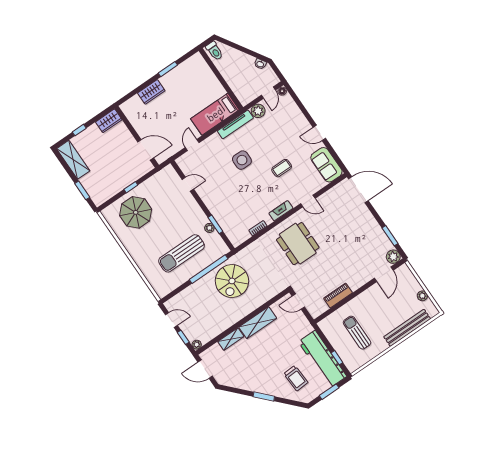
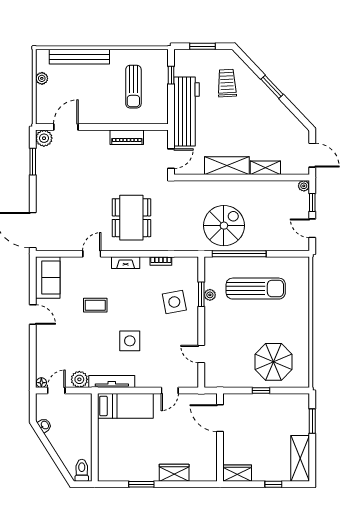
door: (308, 201) -> (92, 254), hinge flipped
side table: (230, 207) -> (174, 302), added
door: (298, 302) -> (171, 159), hinge flipped
workbench: (323, 359) -> (187, 112), moved

